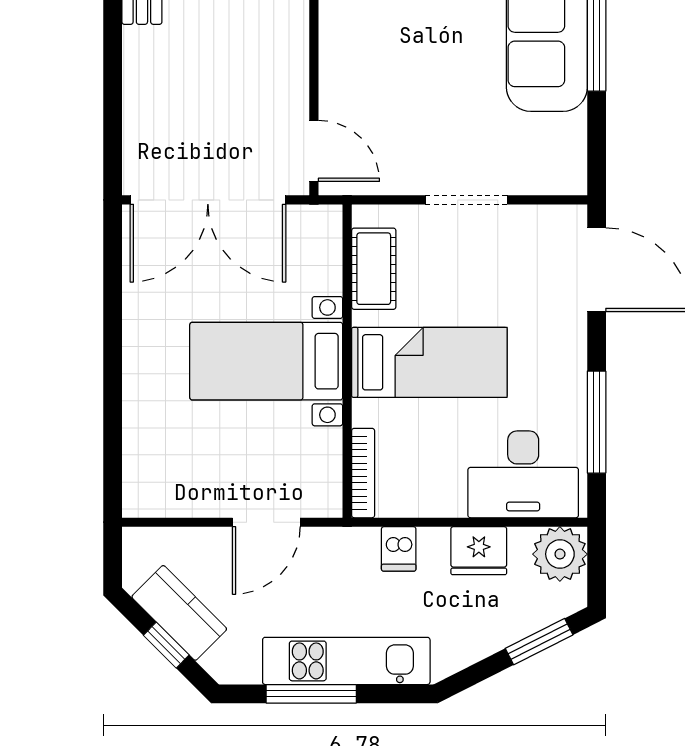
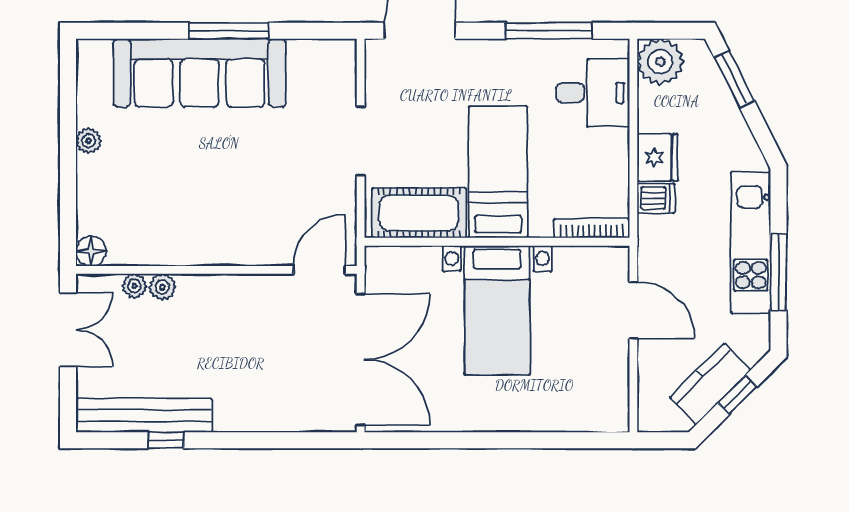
cot: (374, 269) -> (419, 213), width x1.37, depth x1.34
desk: (523, 474) -> (593, 93), width x0.73
fridge: (479, 551) -> (657, 157), moved

